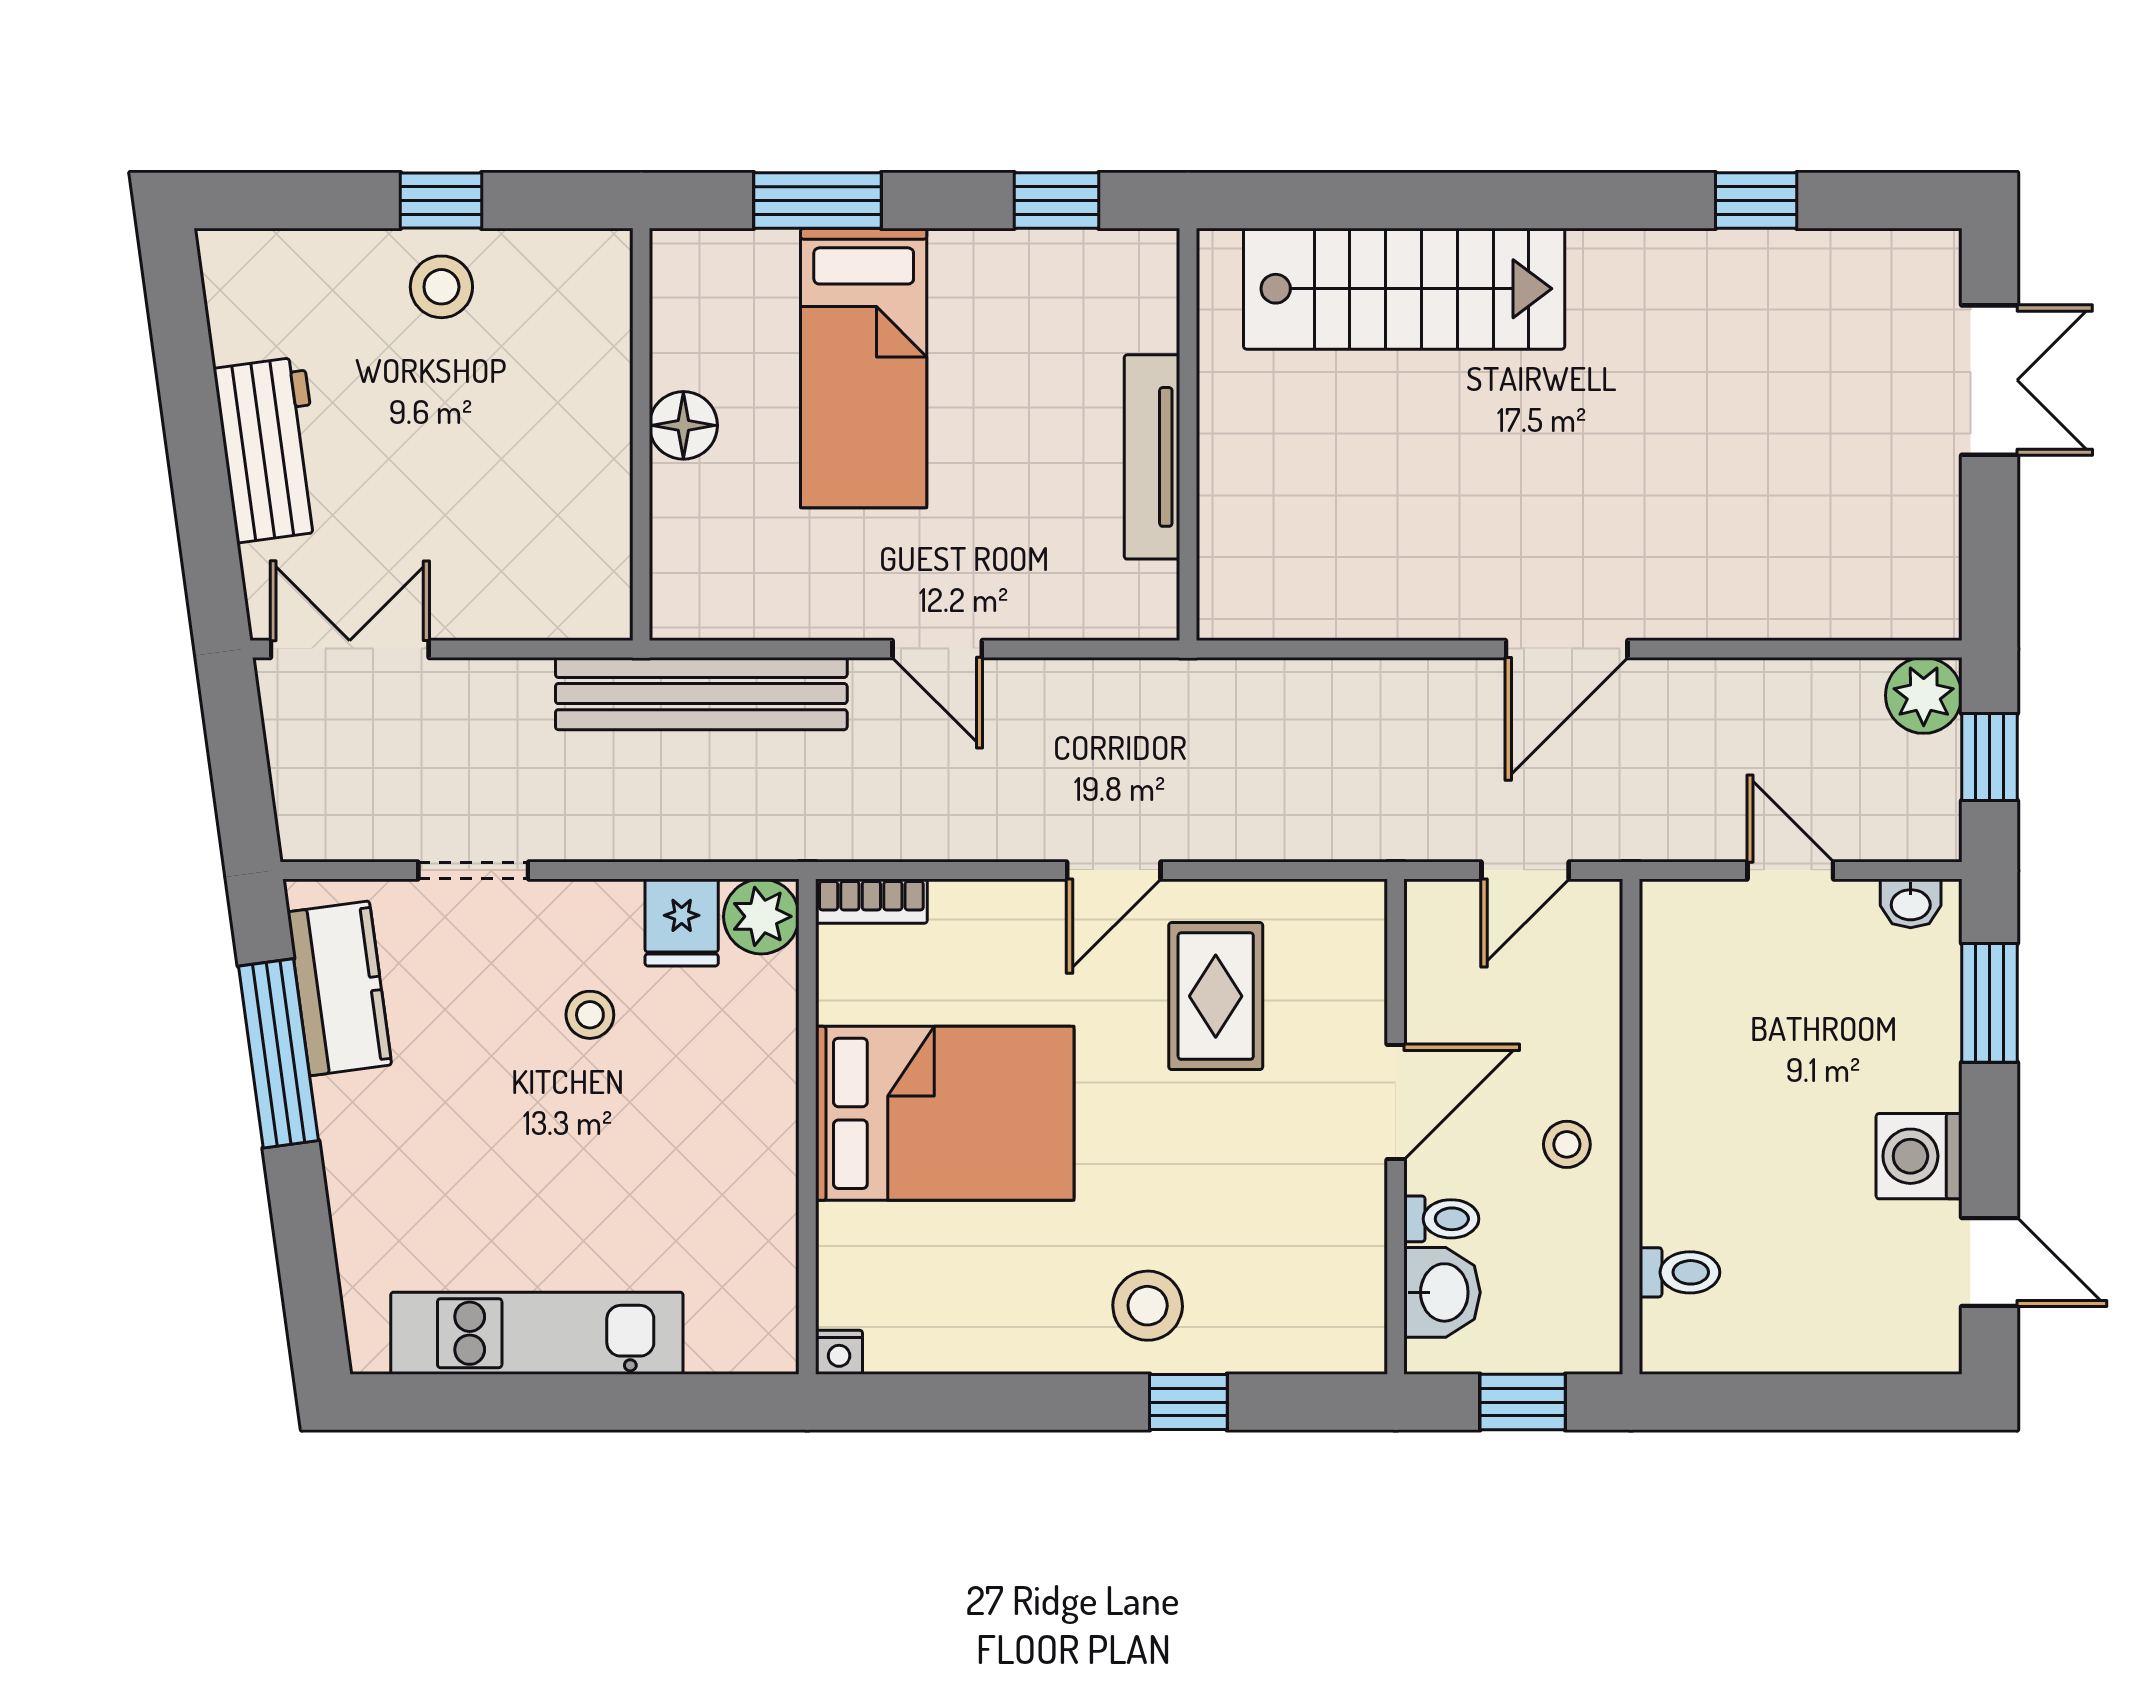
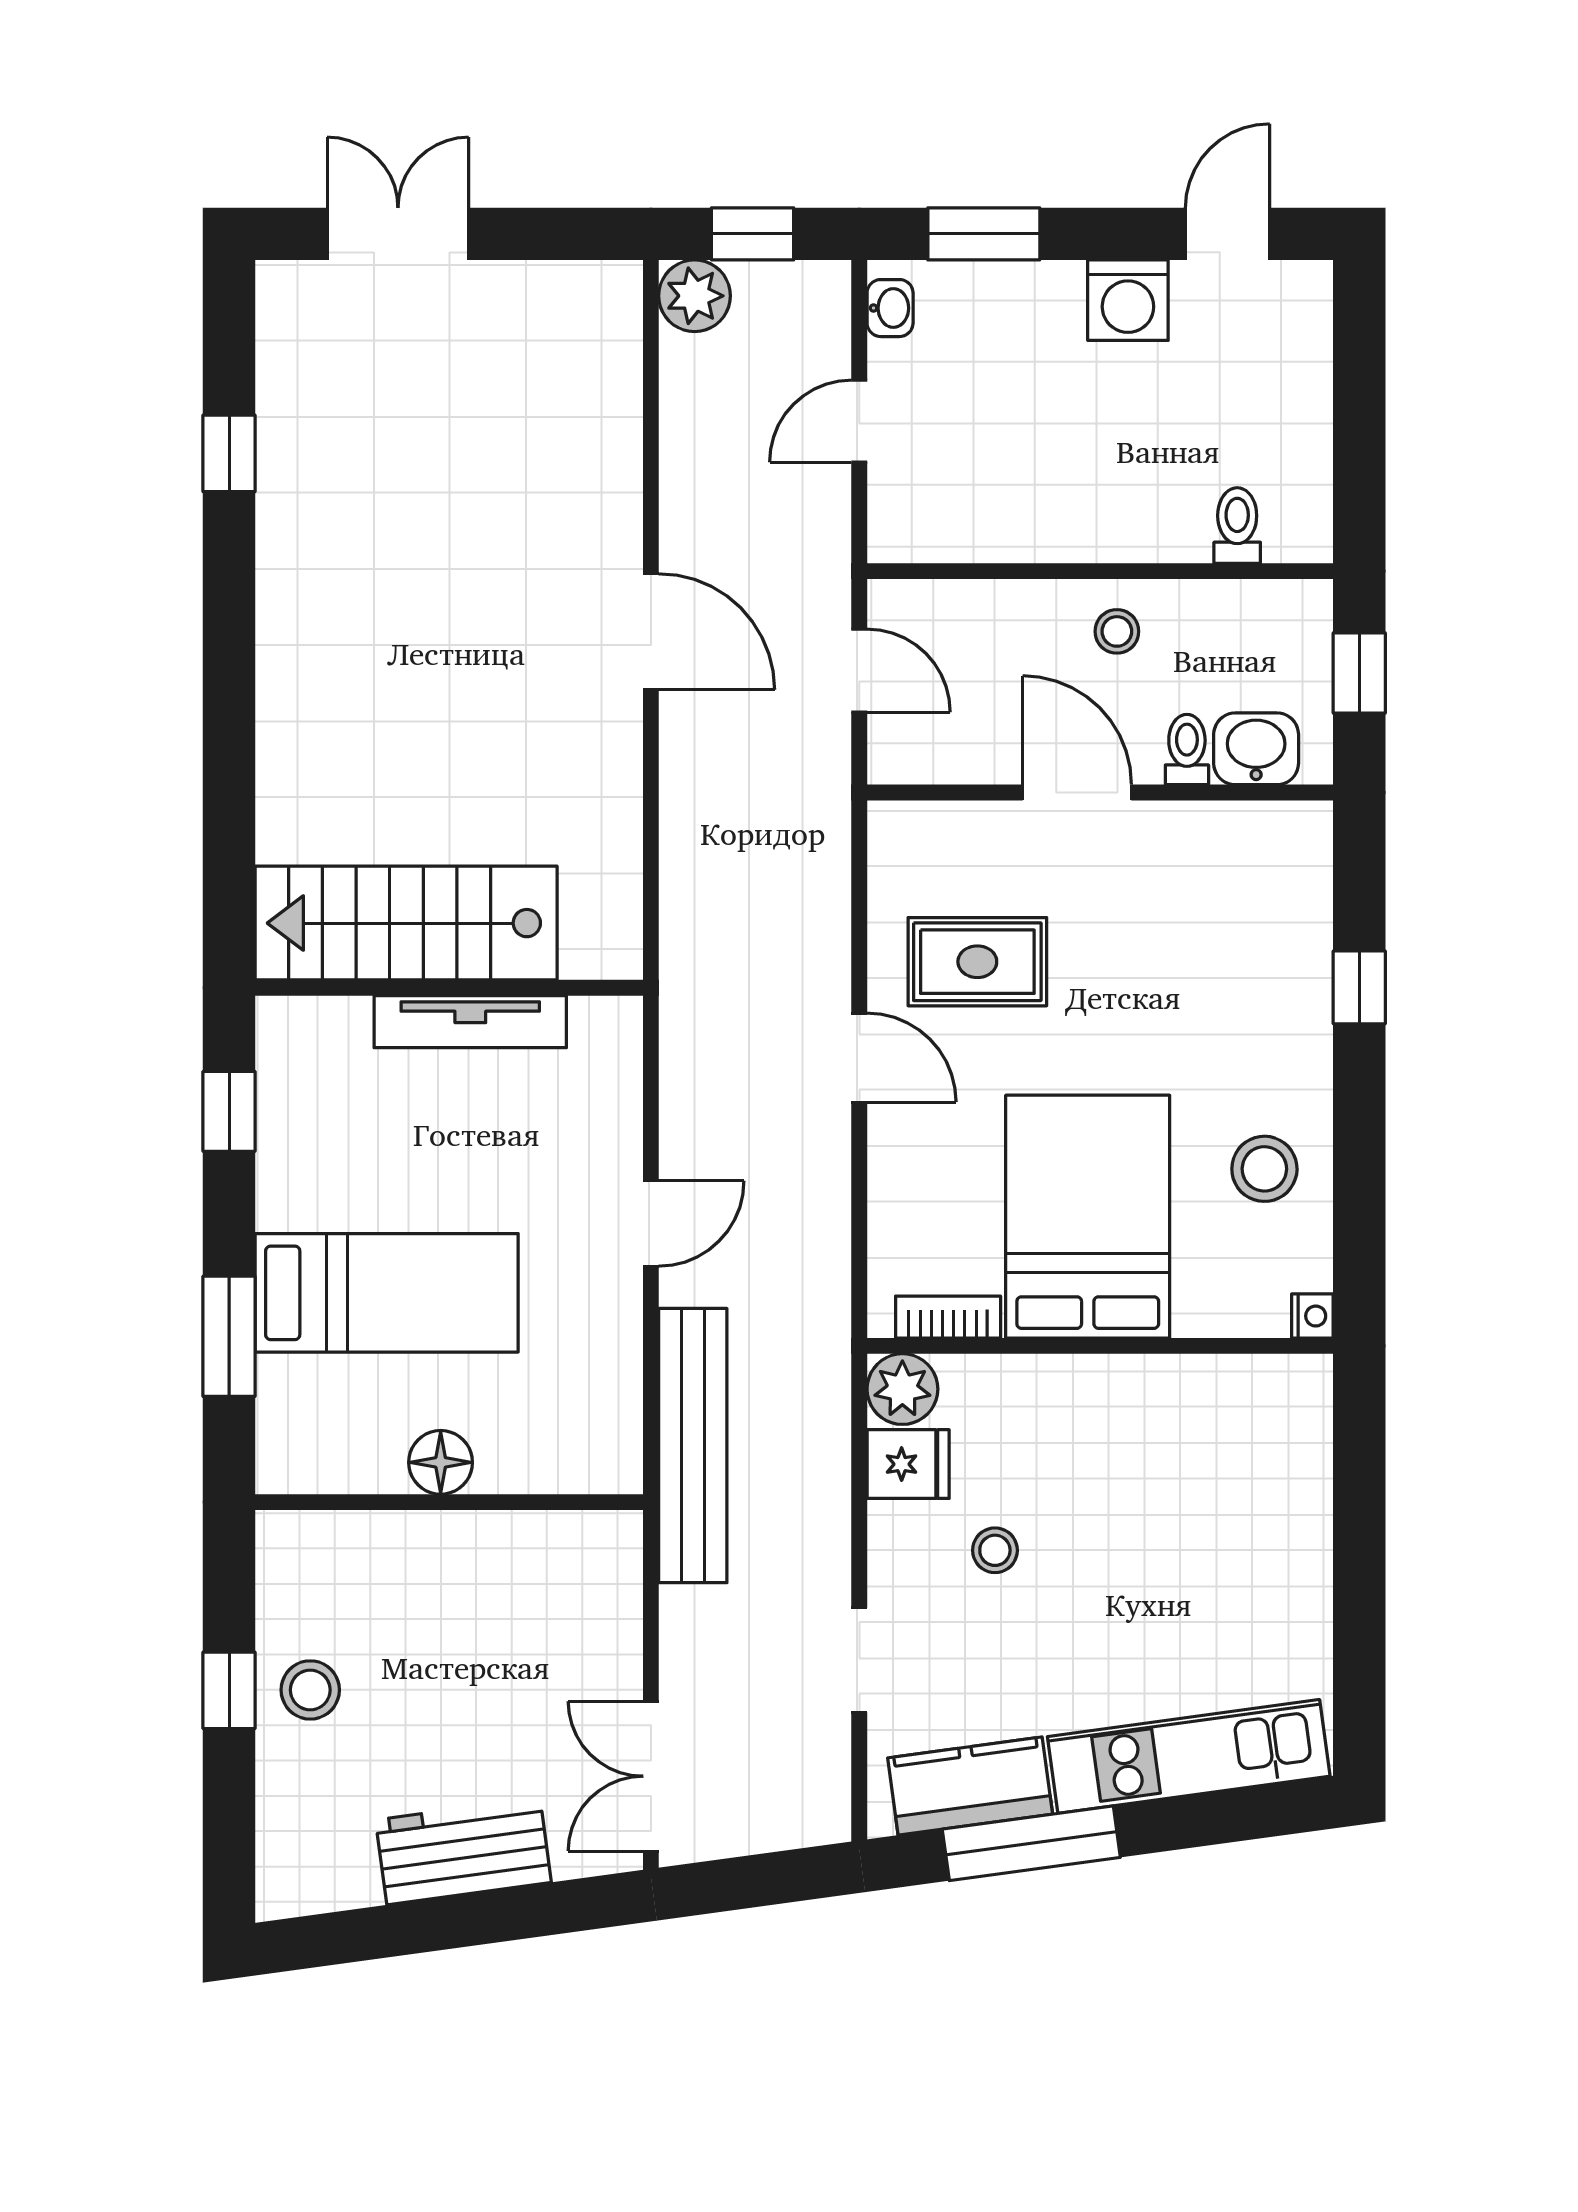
stairs: (1404, 289) -> (406, 923), moved, turned -90
bookcase: (871, 901) -> (948, 1317), moved, turned -90
stool: (1148, 1306) -> (1264, 1169), moved
kitchen unit: (537, 1333) -> (1189, 1756), moved, turned 82

